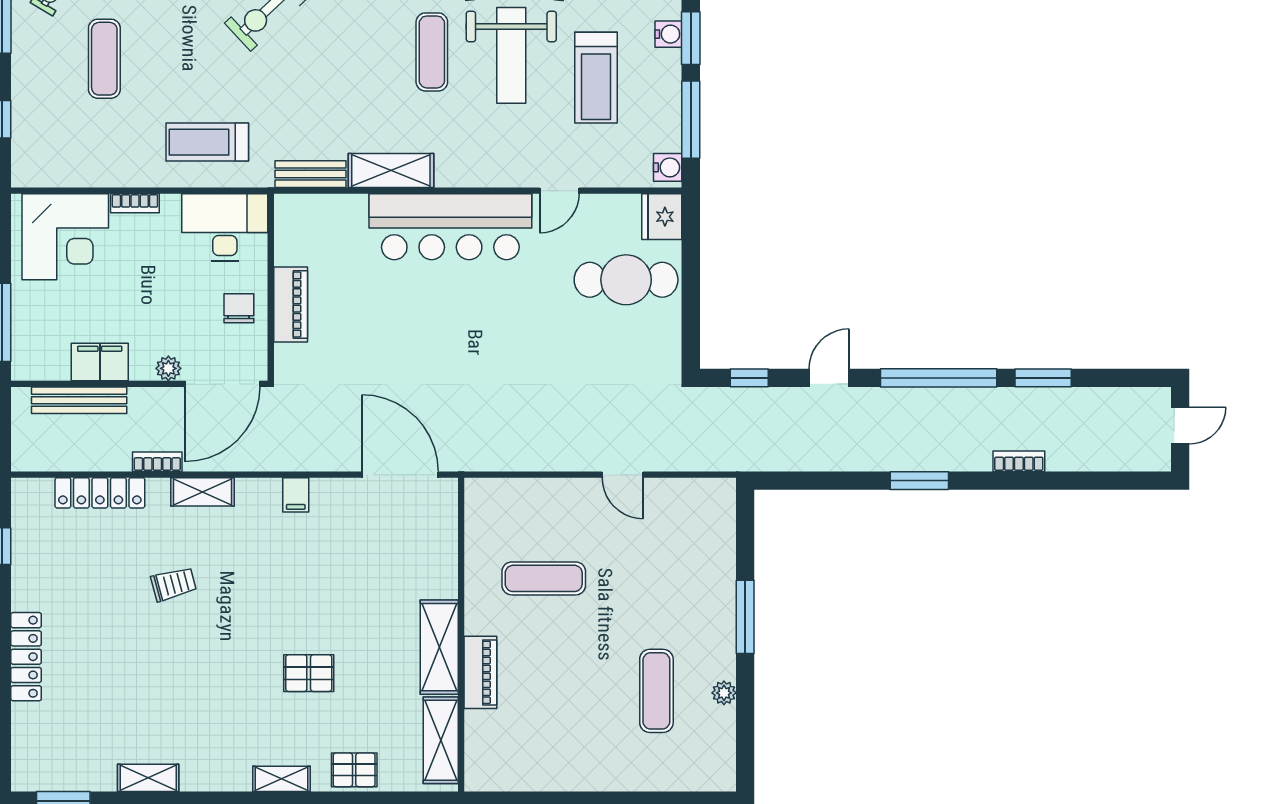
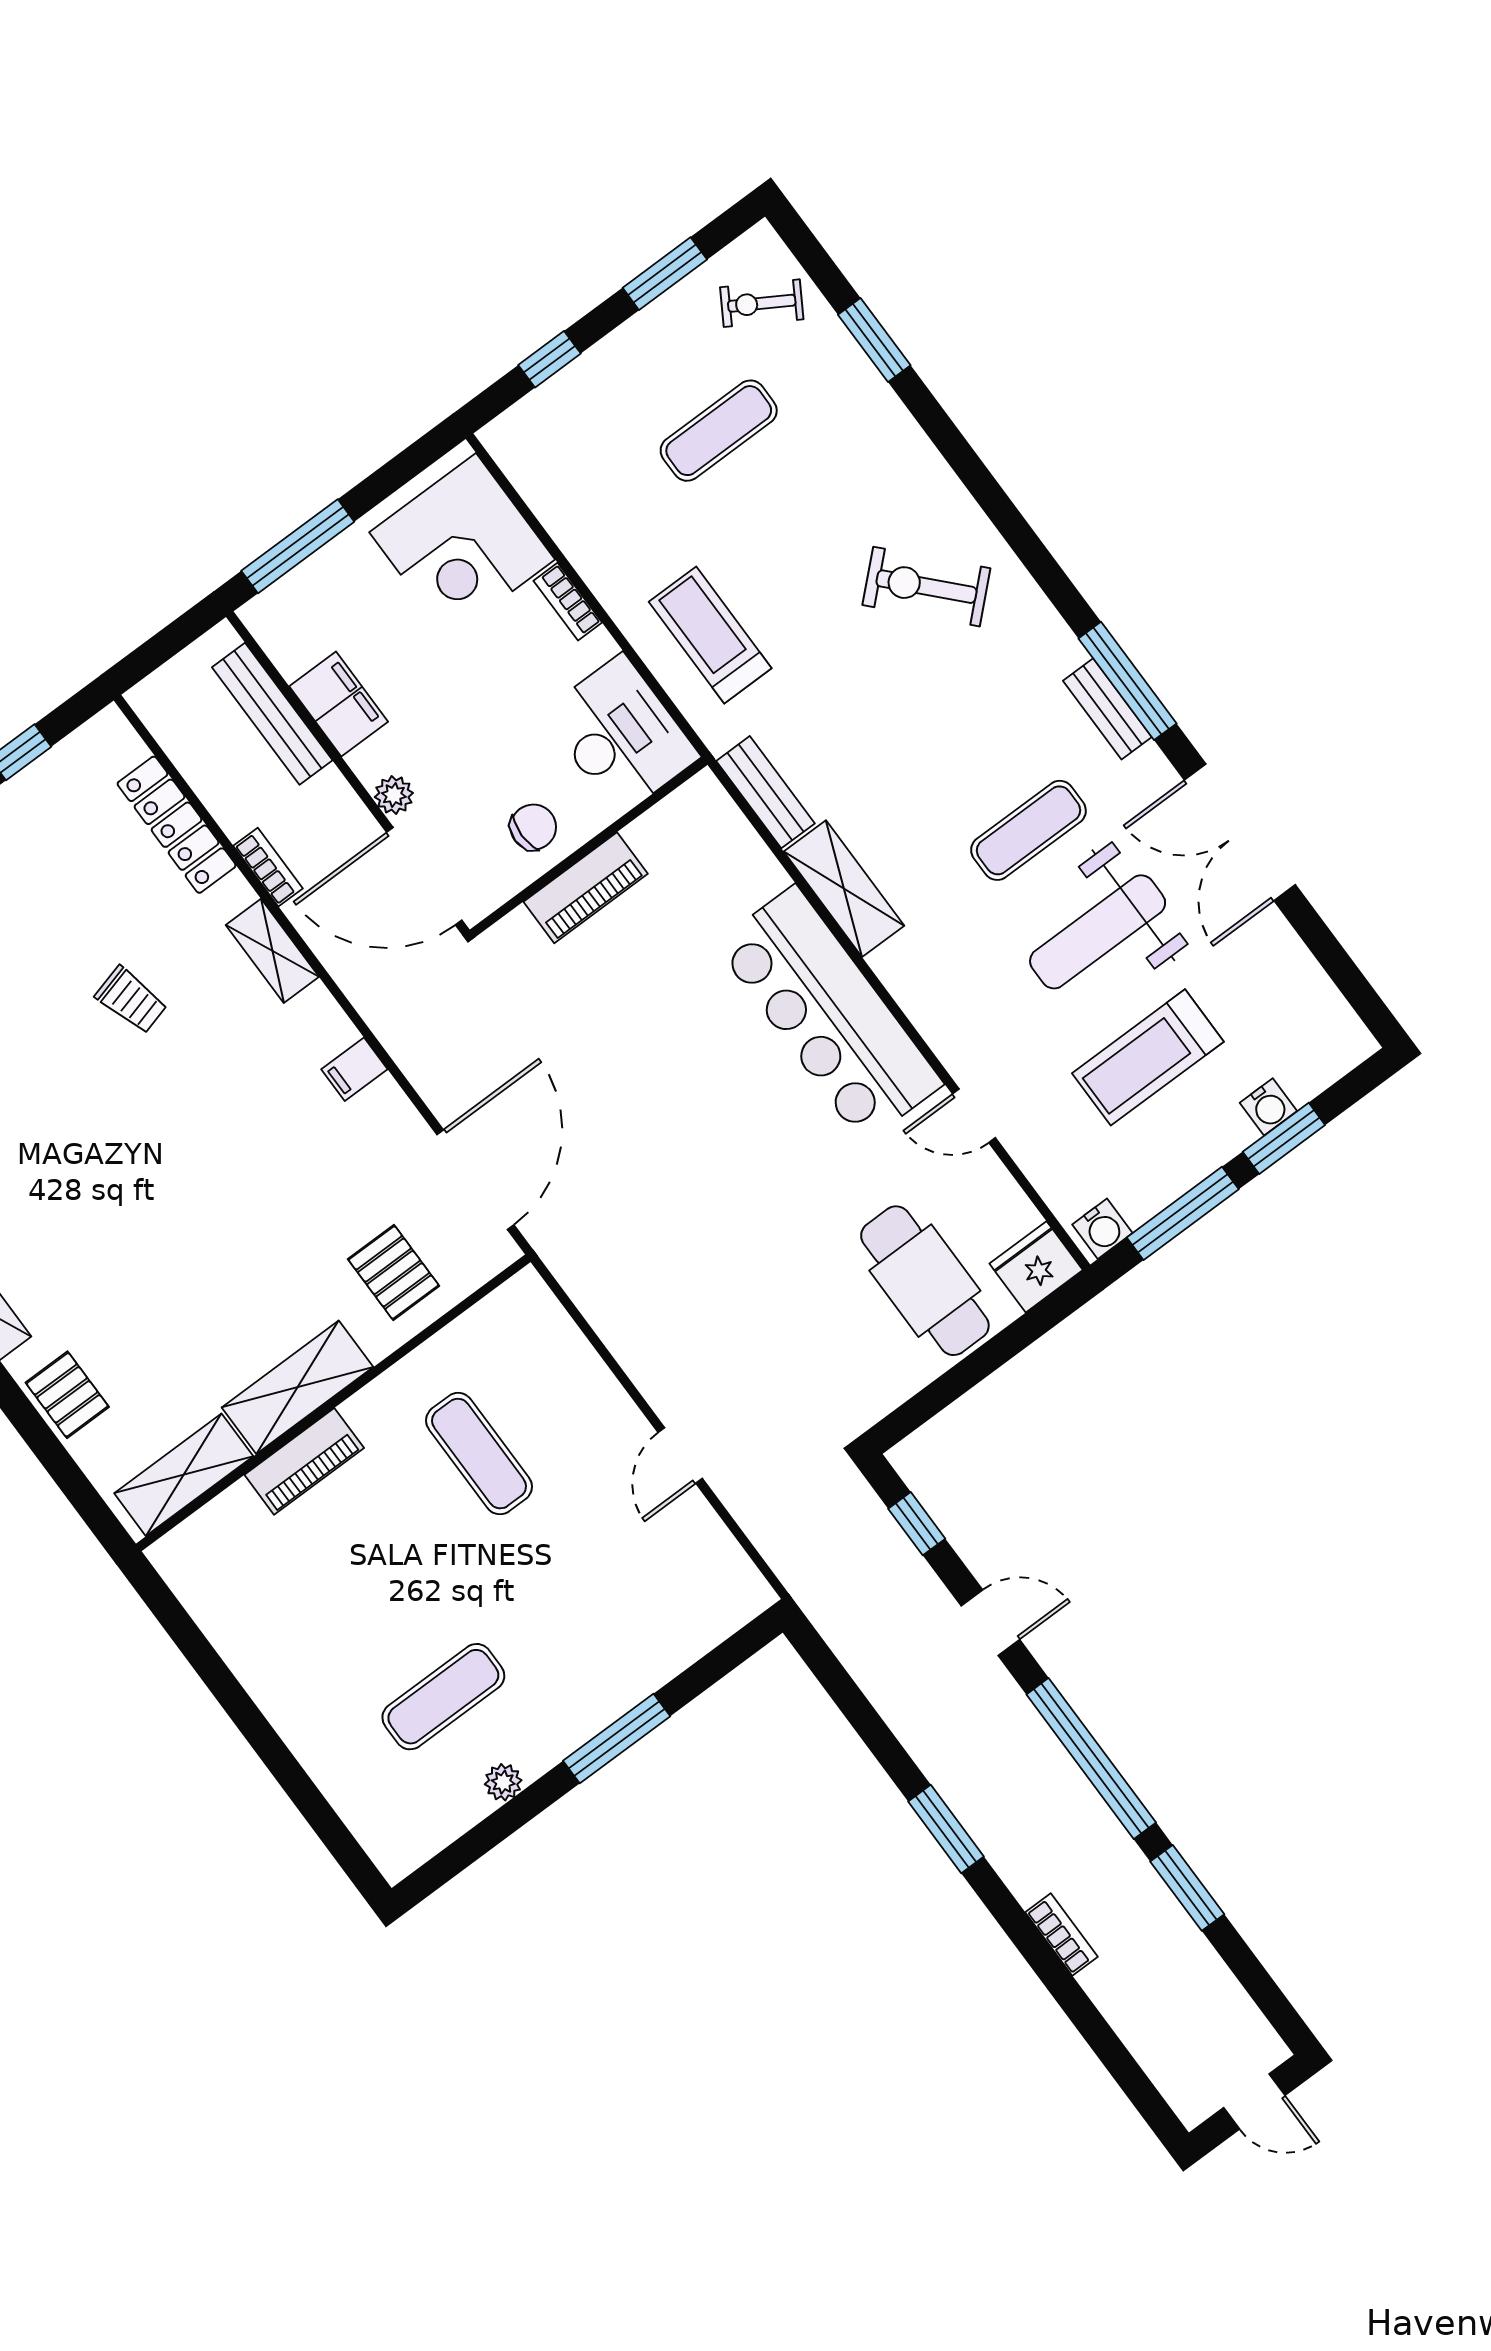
pallet: (309, 673) -> (394, 1272), moved

